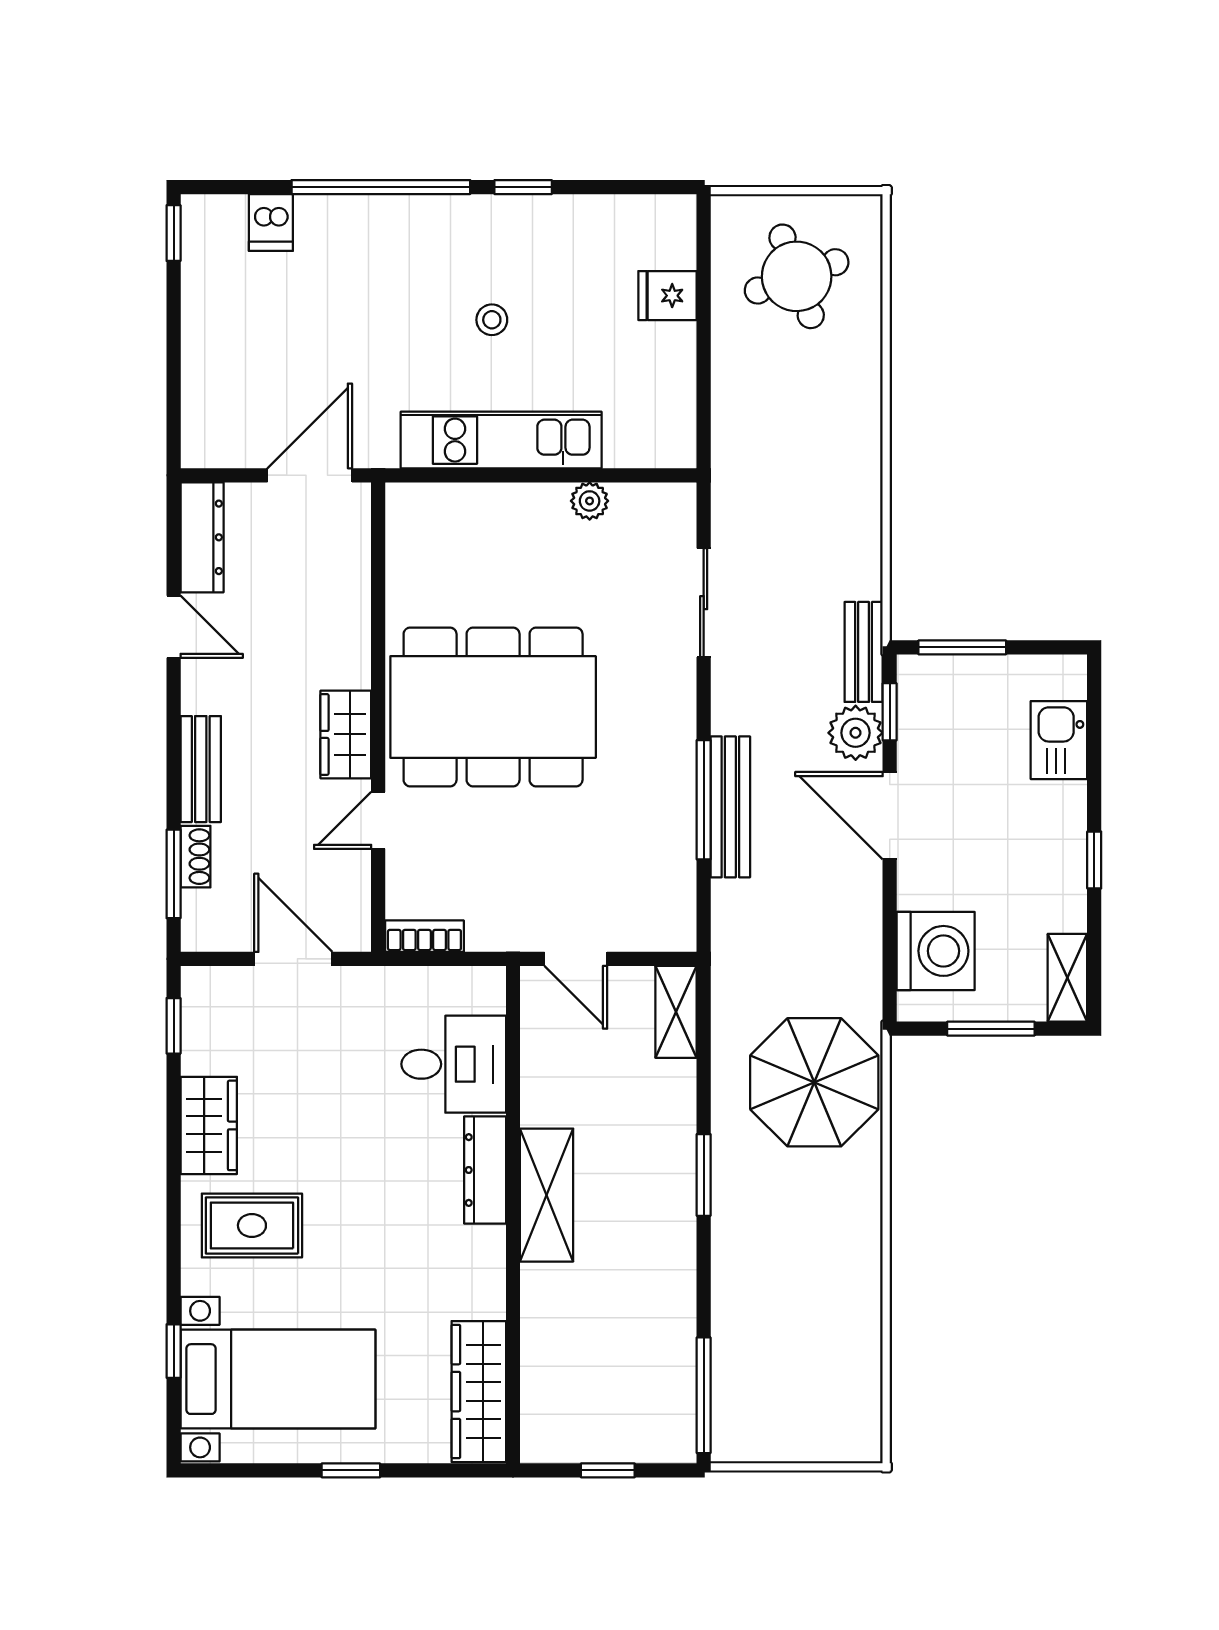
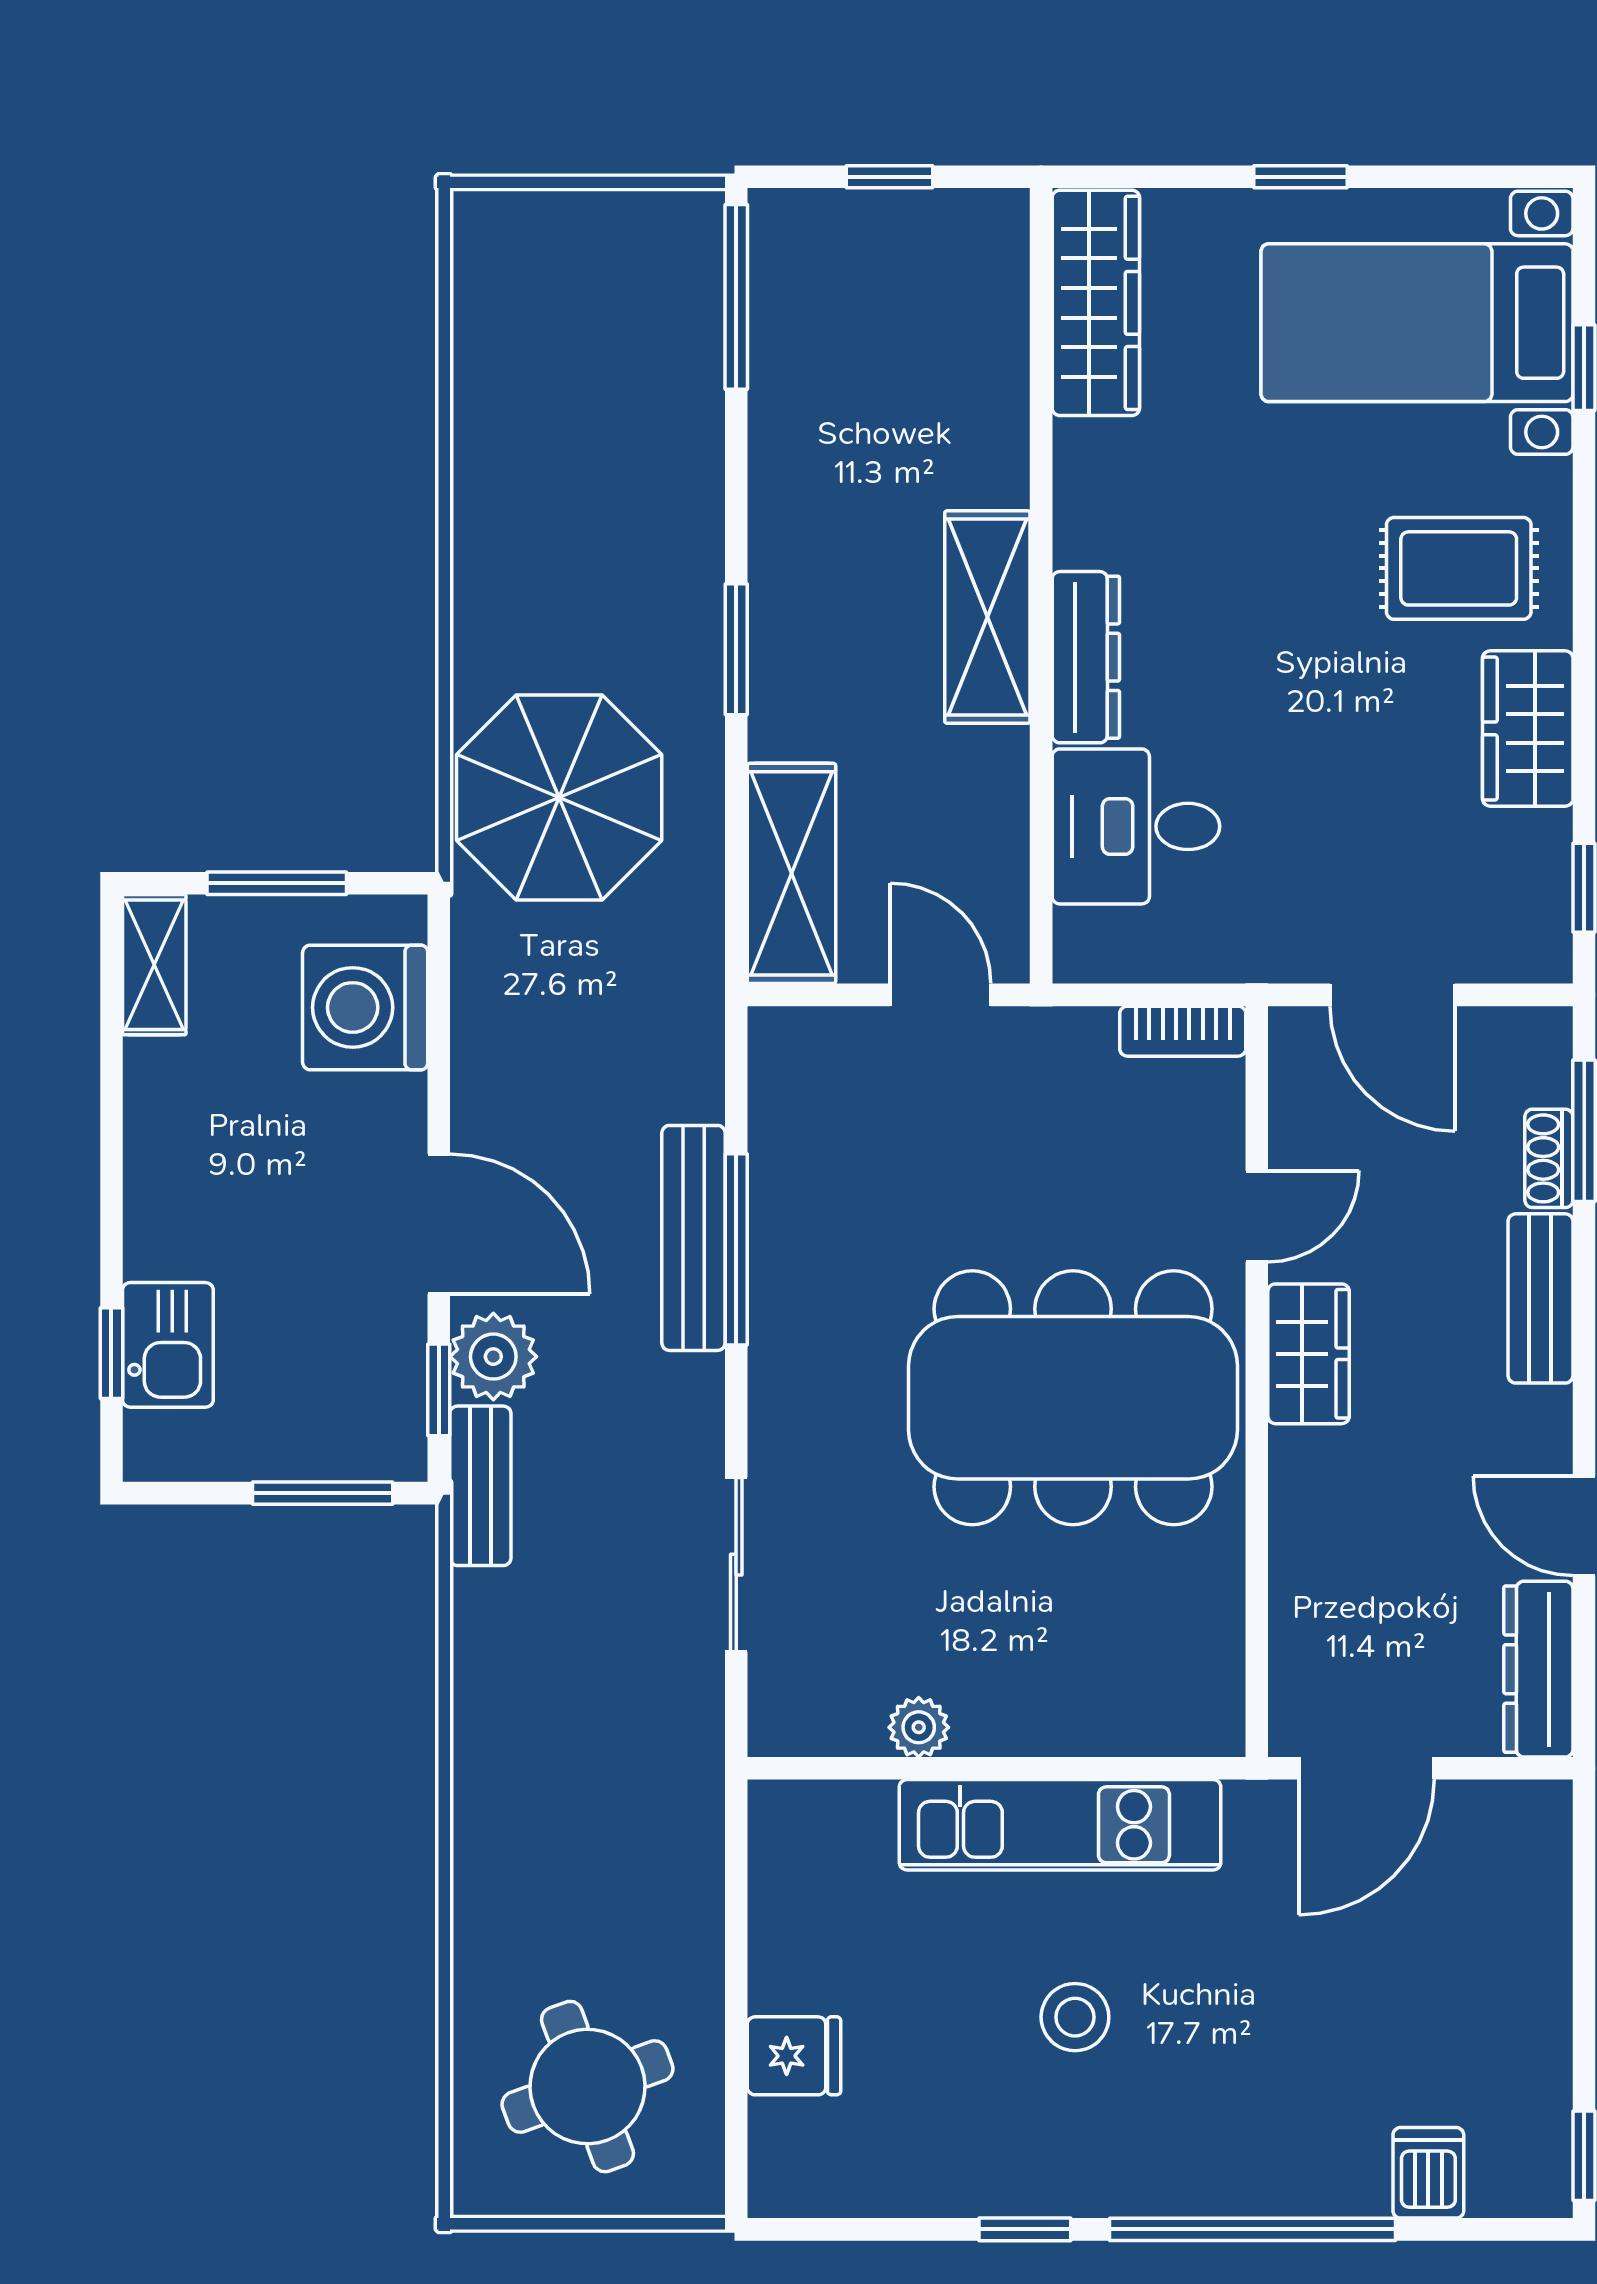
stool: (492, 320) -> (1075, 2017), width x1.37, depth x1.37
window: (1094, 860) -> (111, 1353), moved
shelving: (676, 1012) -> (791, 873), width x1.50, depth x1.33

